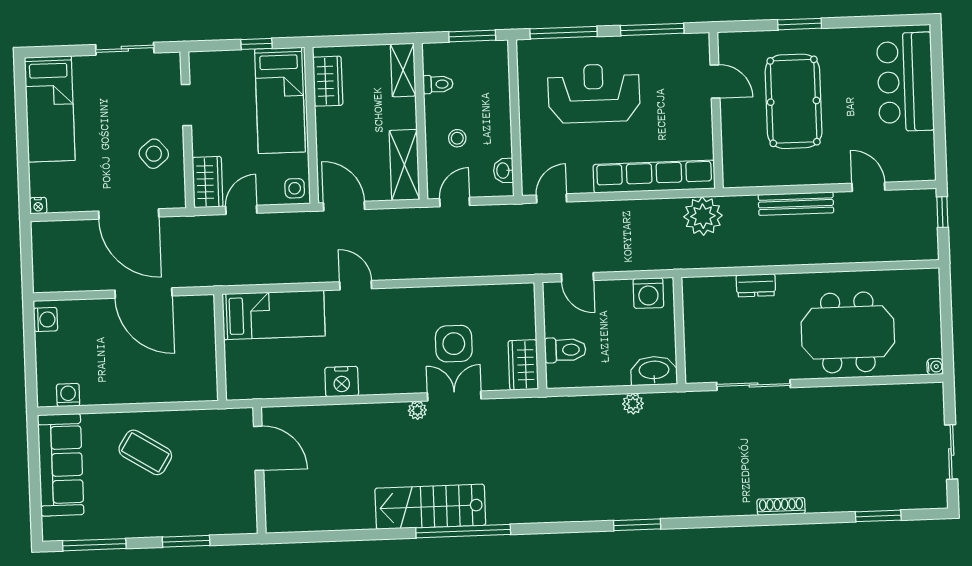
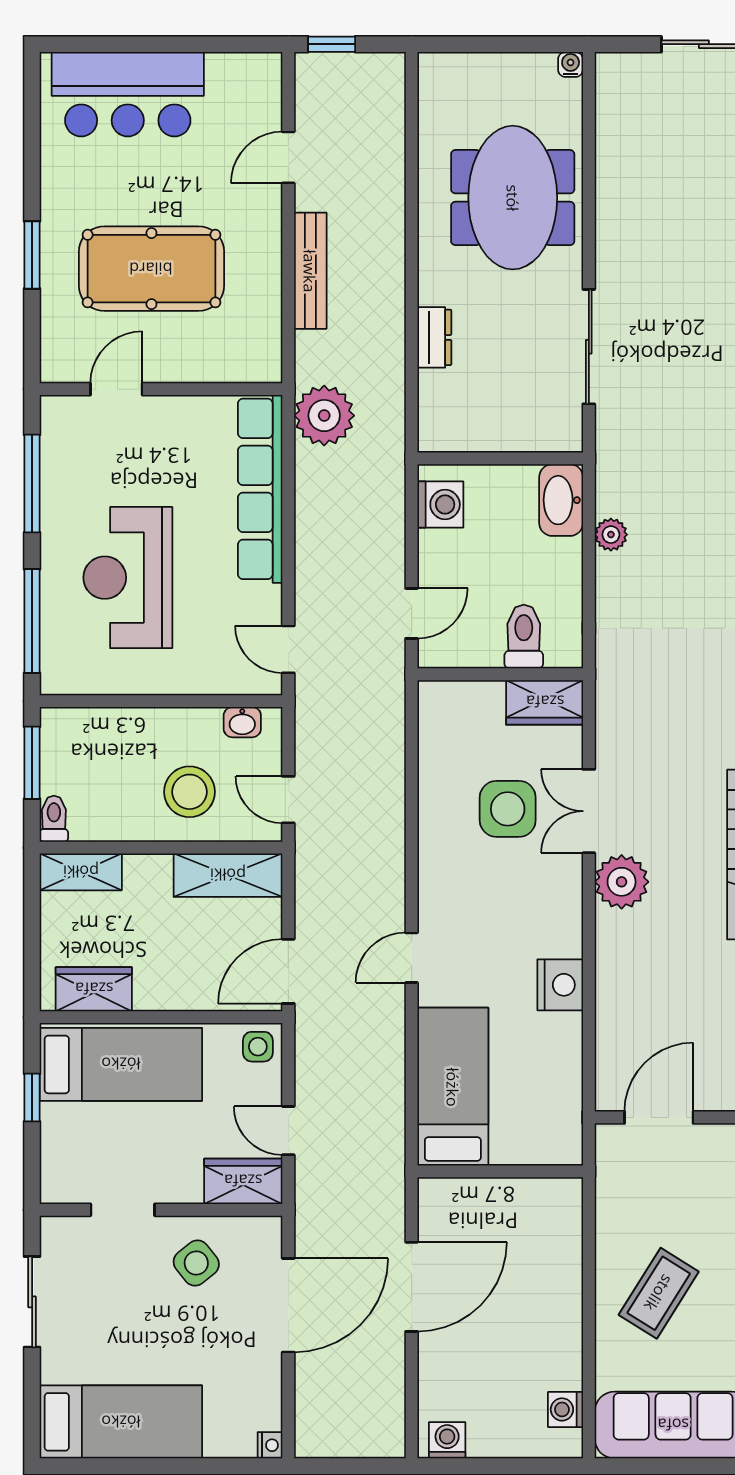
toilet: (438, 84) -> (54, 819), moved
stool: (457, 138) -> (189, 792), width x1.89, depth x1.89
plant: (417, 410) -> (622, 882), width x1.87, depth x1.87

